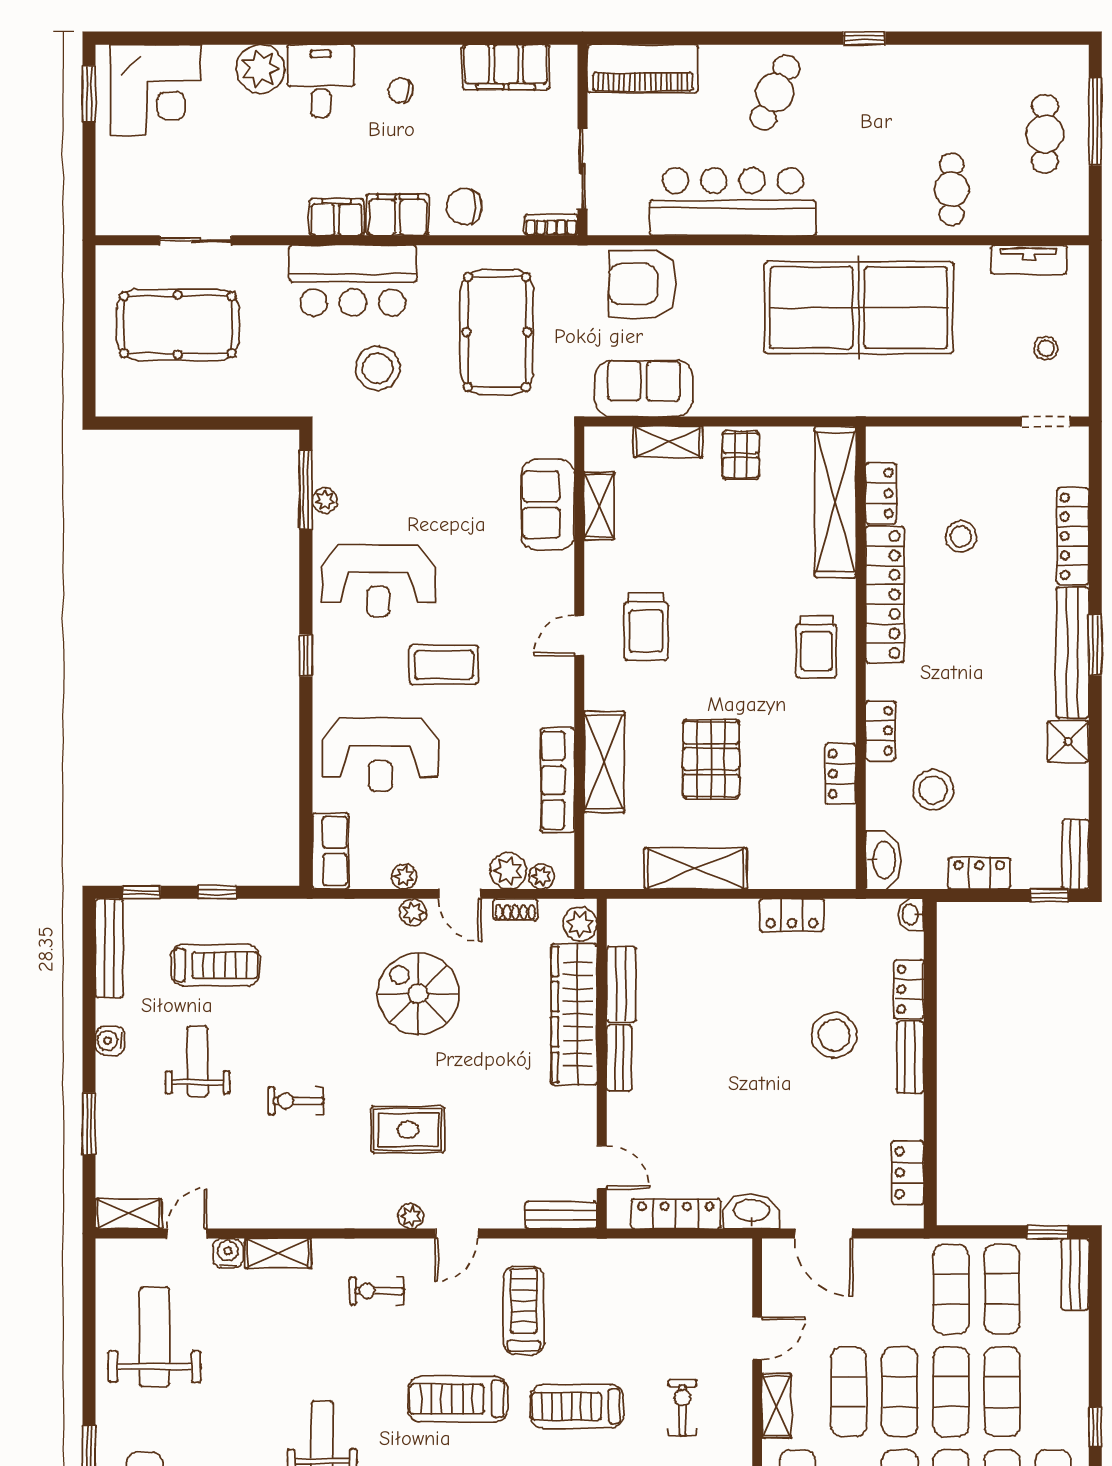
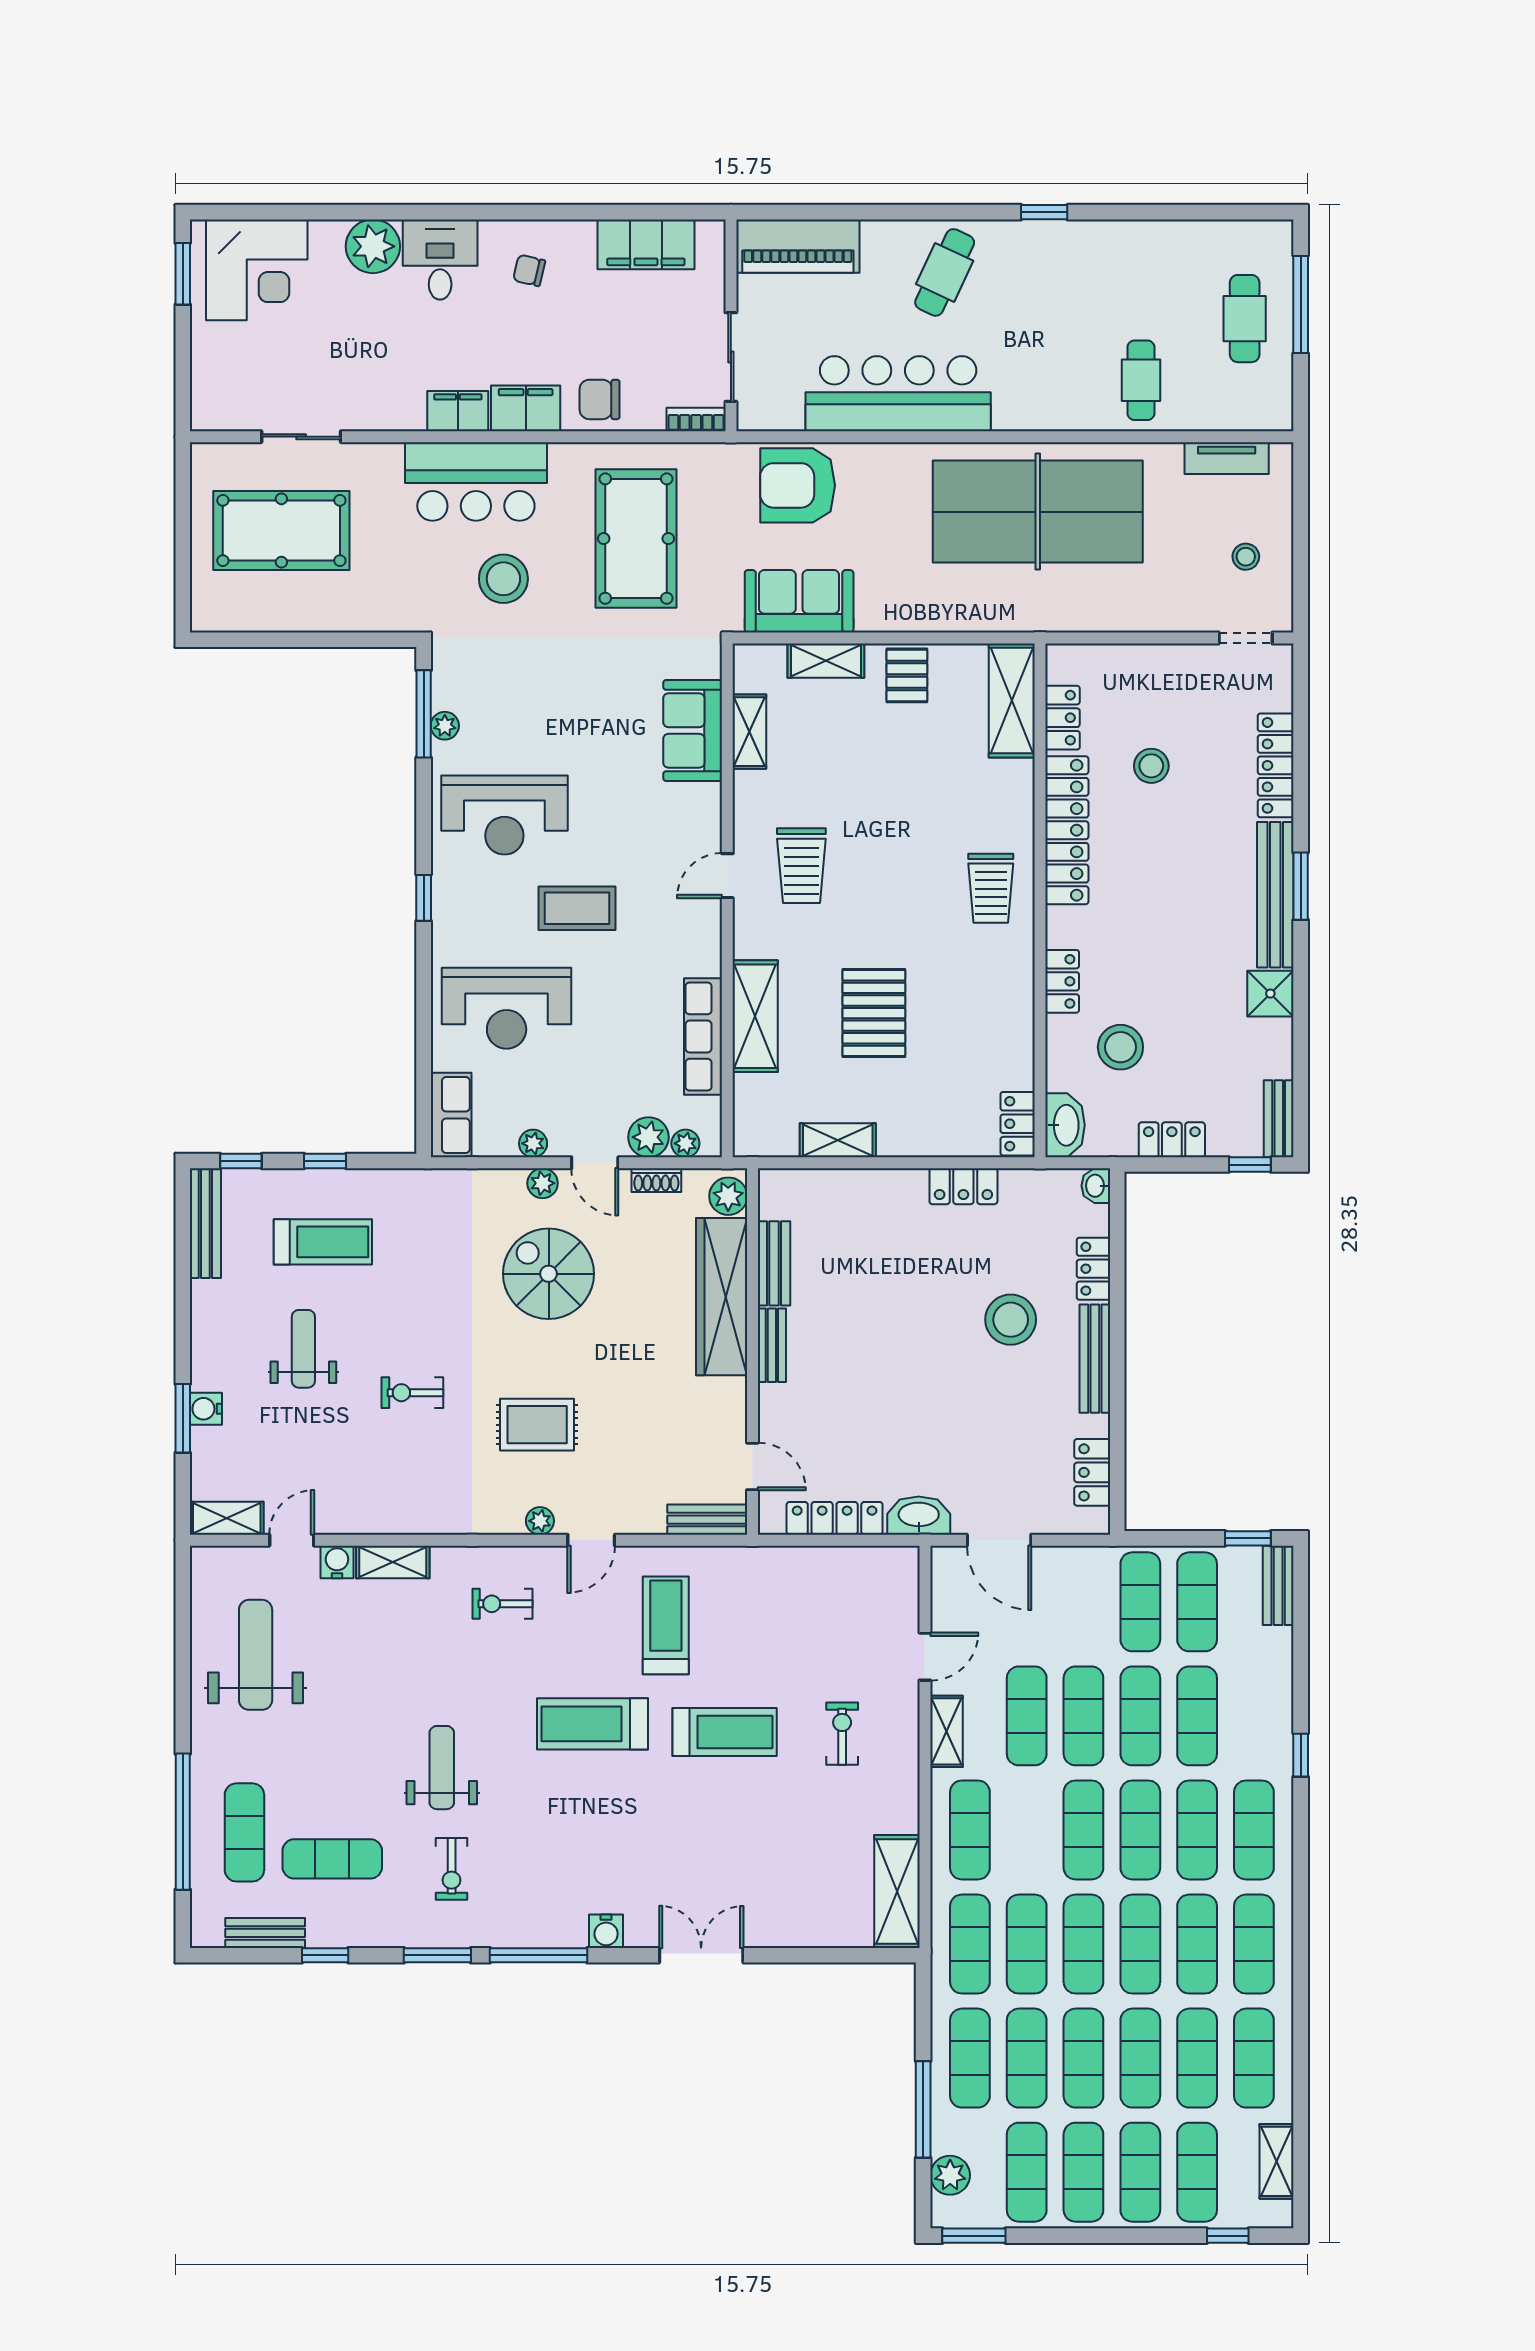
shelving: (835, 502) -> (1012, 701), width x0.68
locker: (840, 774) -> (1018, 1124), moved
shelving: (696, 869) -> (838, 1140), width x0.67, depth x0.75
water cooler: (110, 1041) -> (206, 1409), moved
bench: (910, 1057) -> (1095, 1359), width x1.36
treadmill: (577, 1406) -> (725, 1732), turned 180

